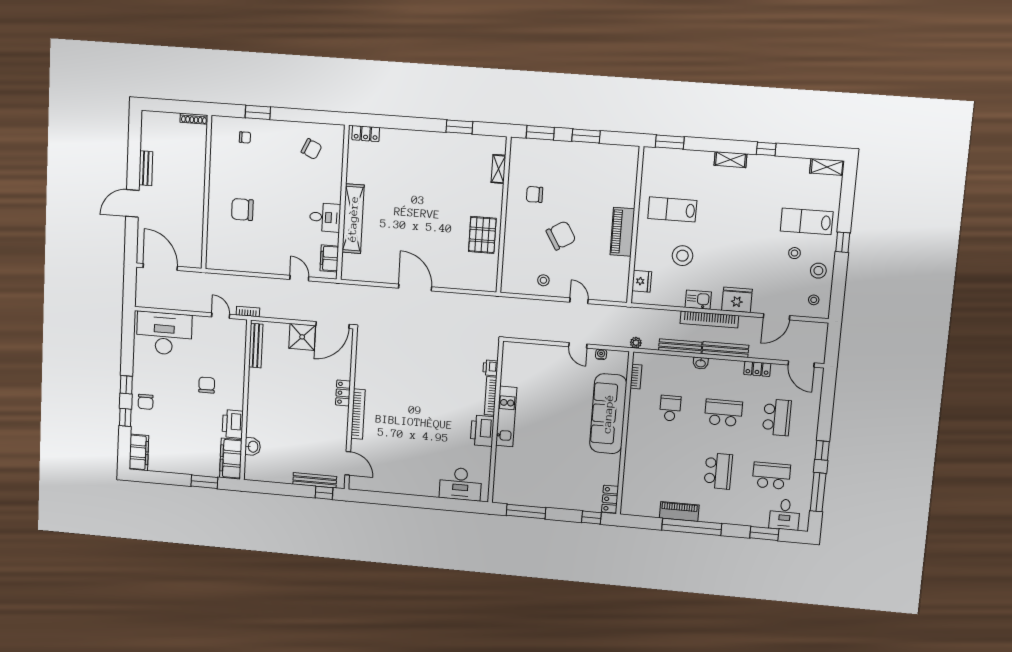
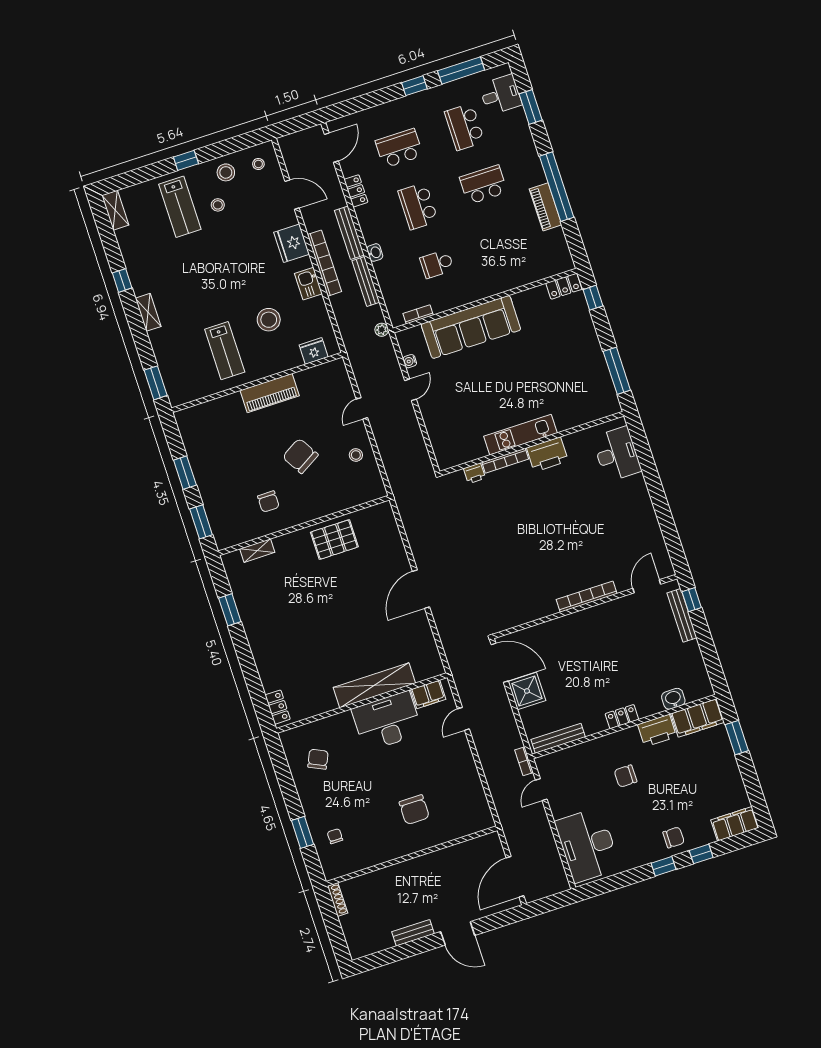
desk: (325, 217) -> (387, 721), width x1.87, depth x1.30
locker: (343, 393) -> (622, 717), moved, turned 180

